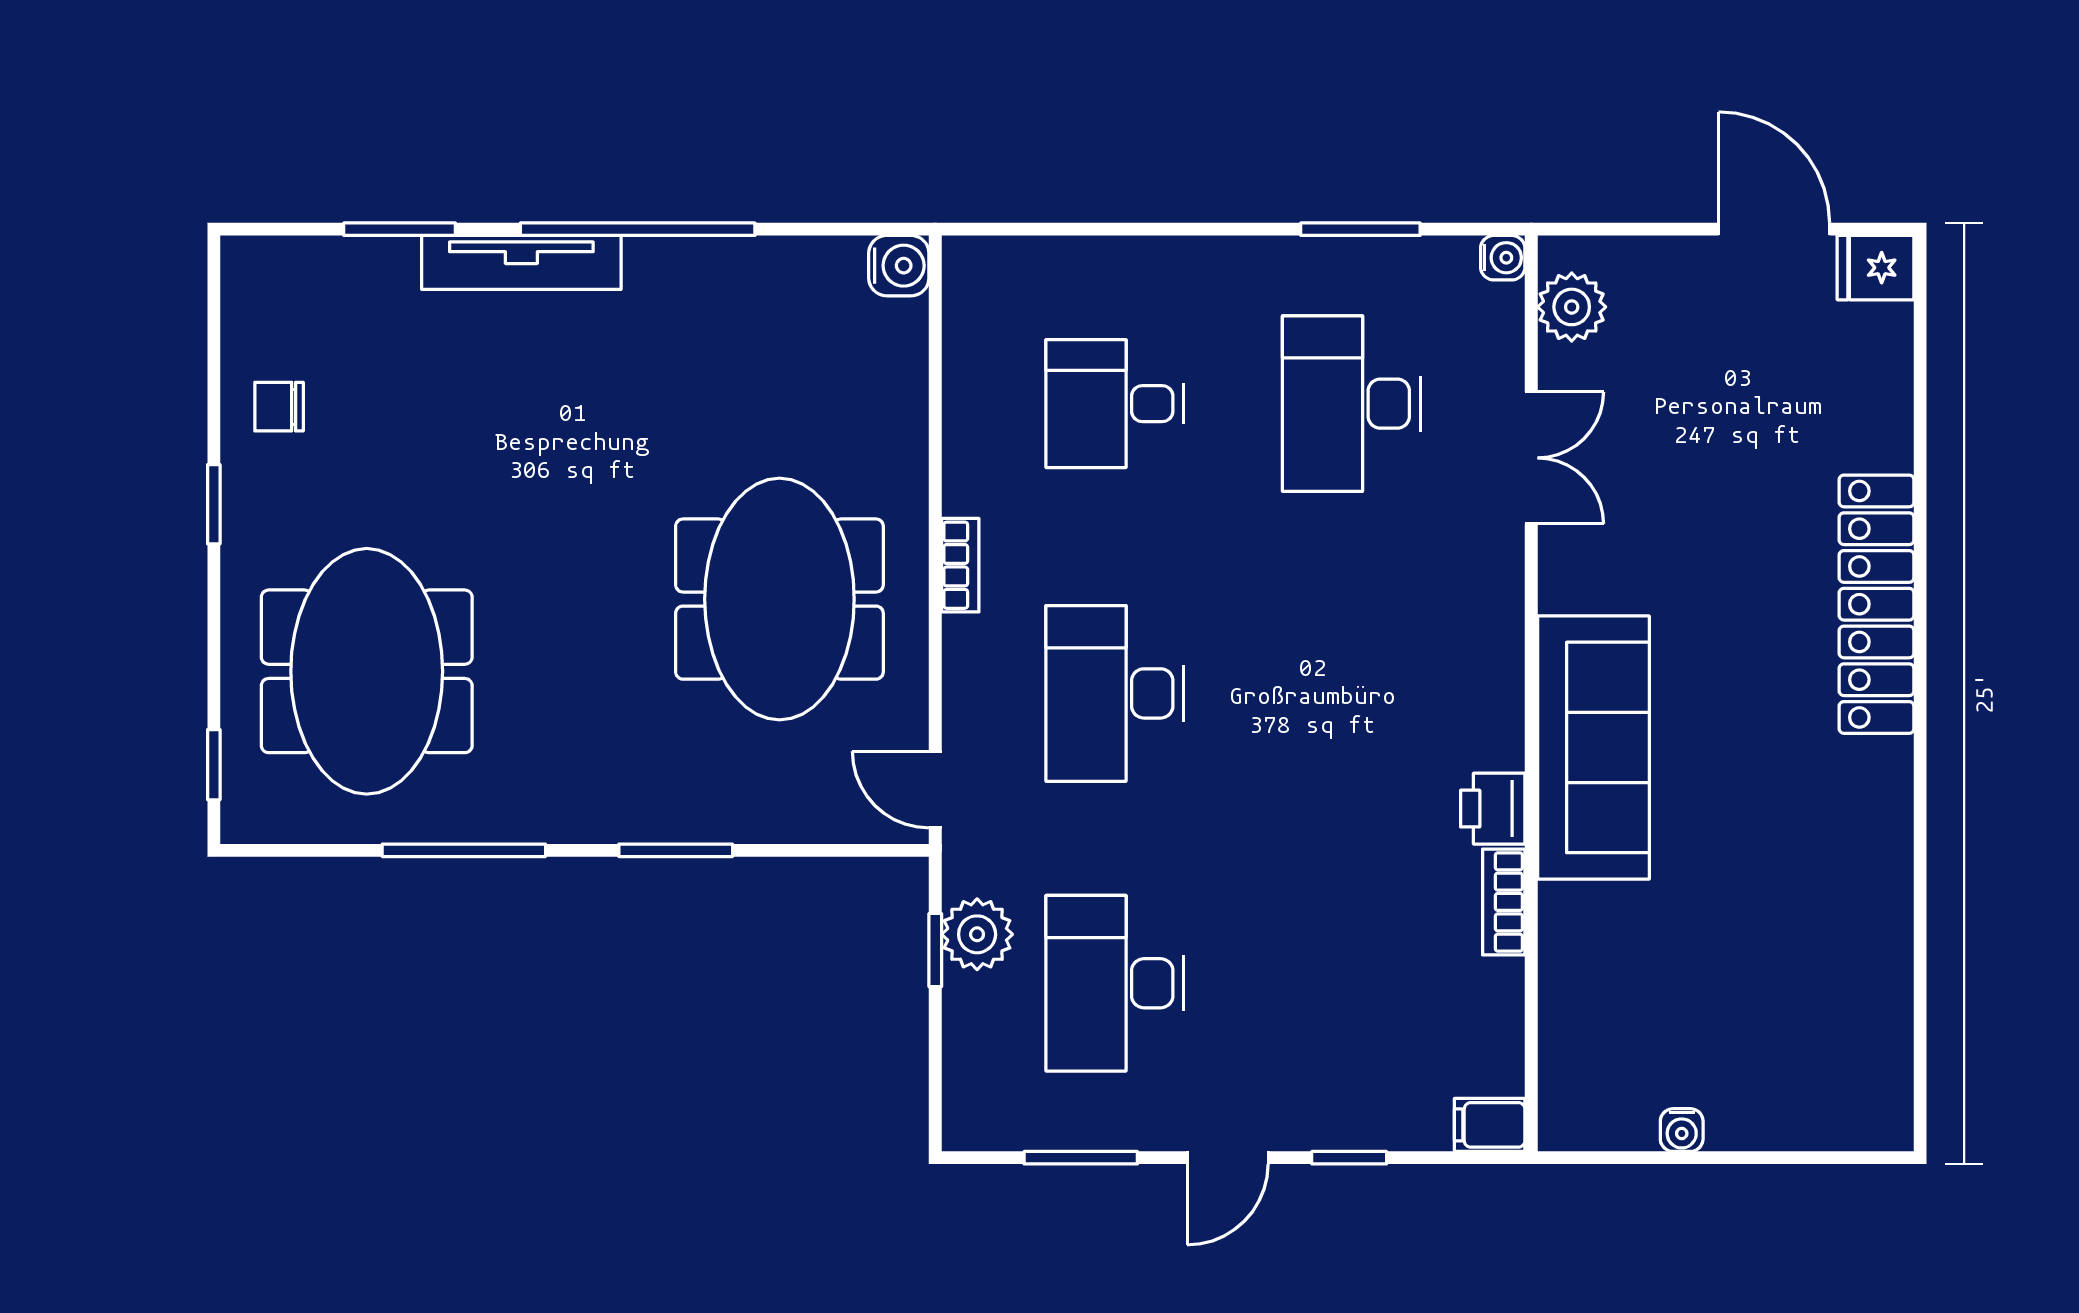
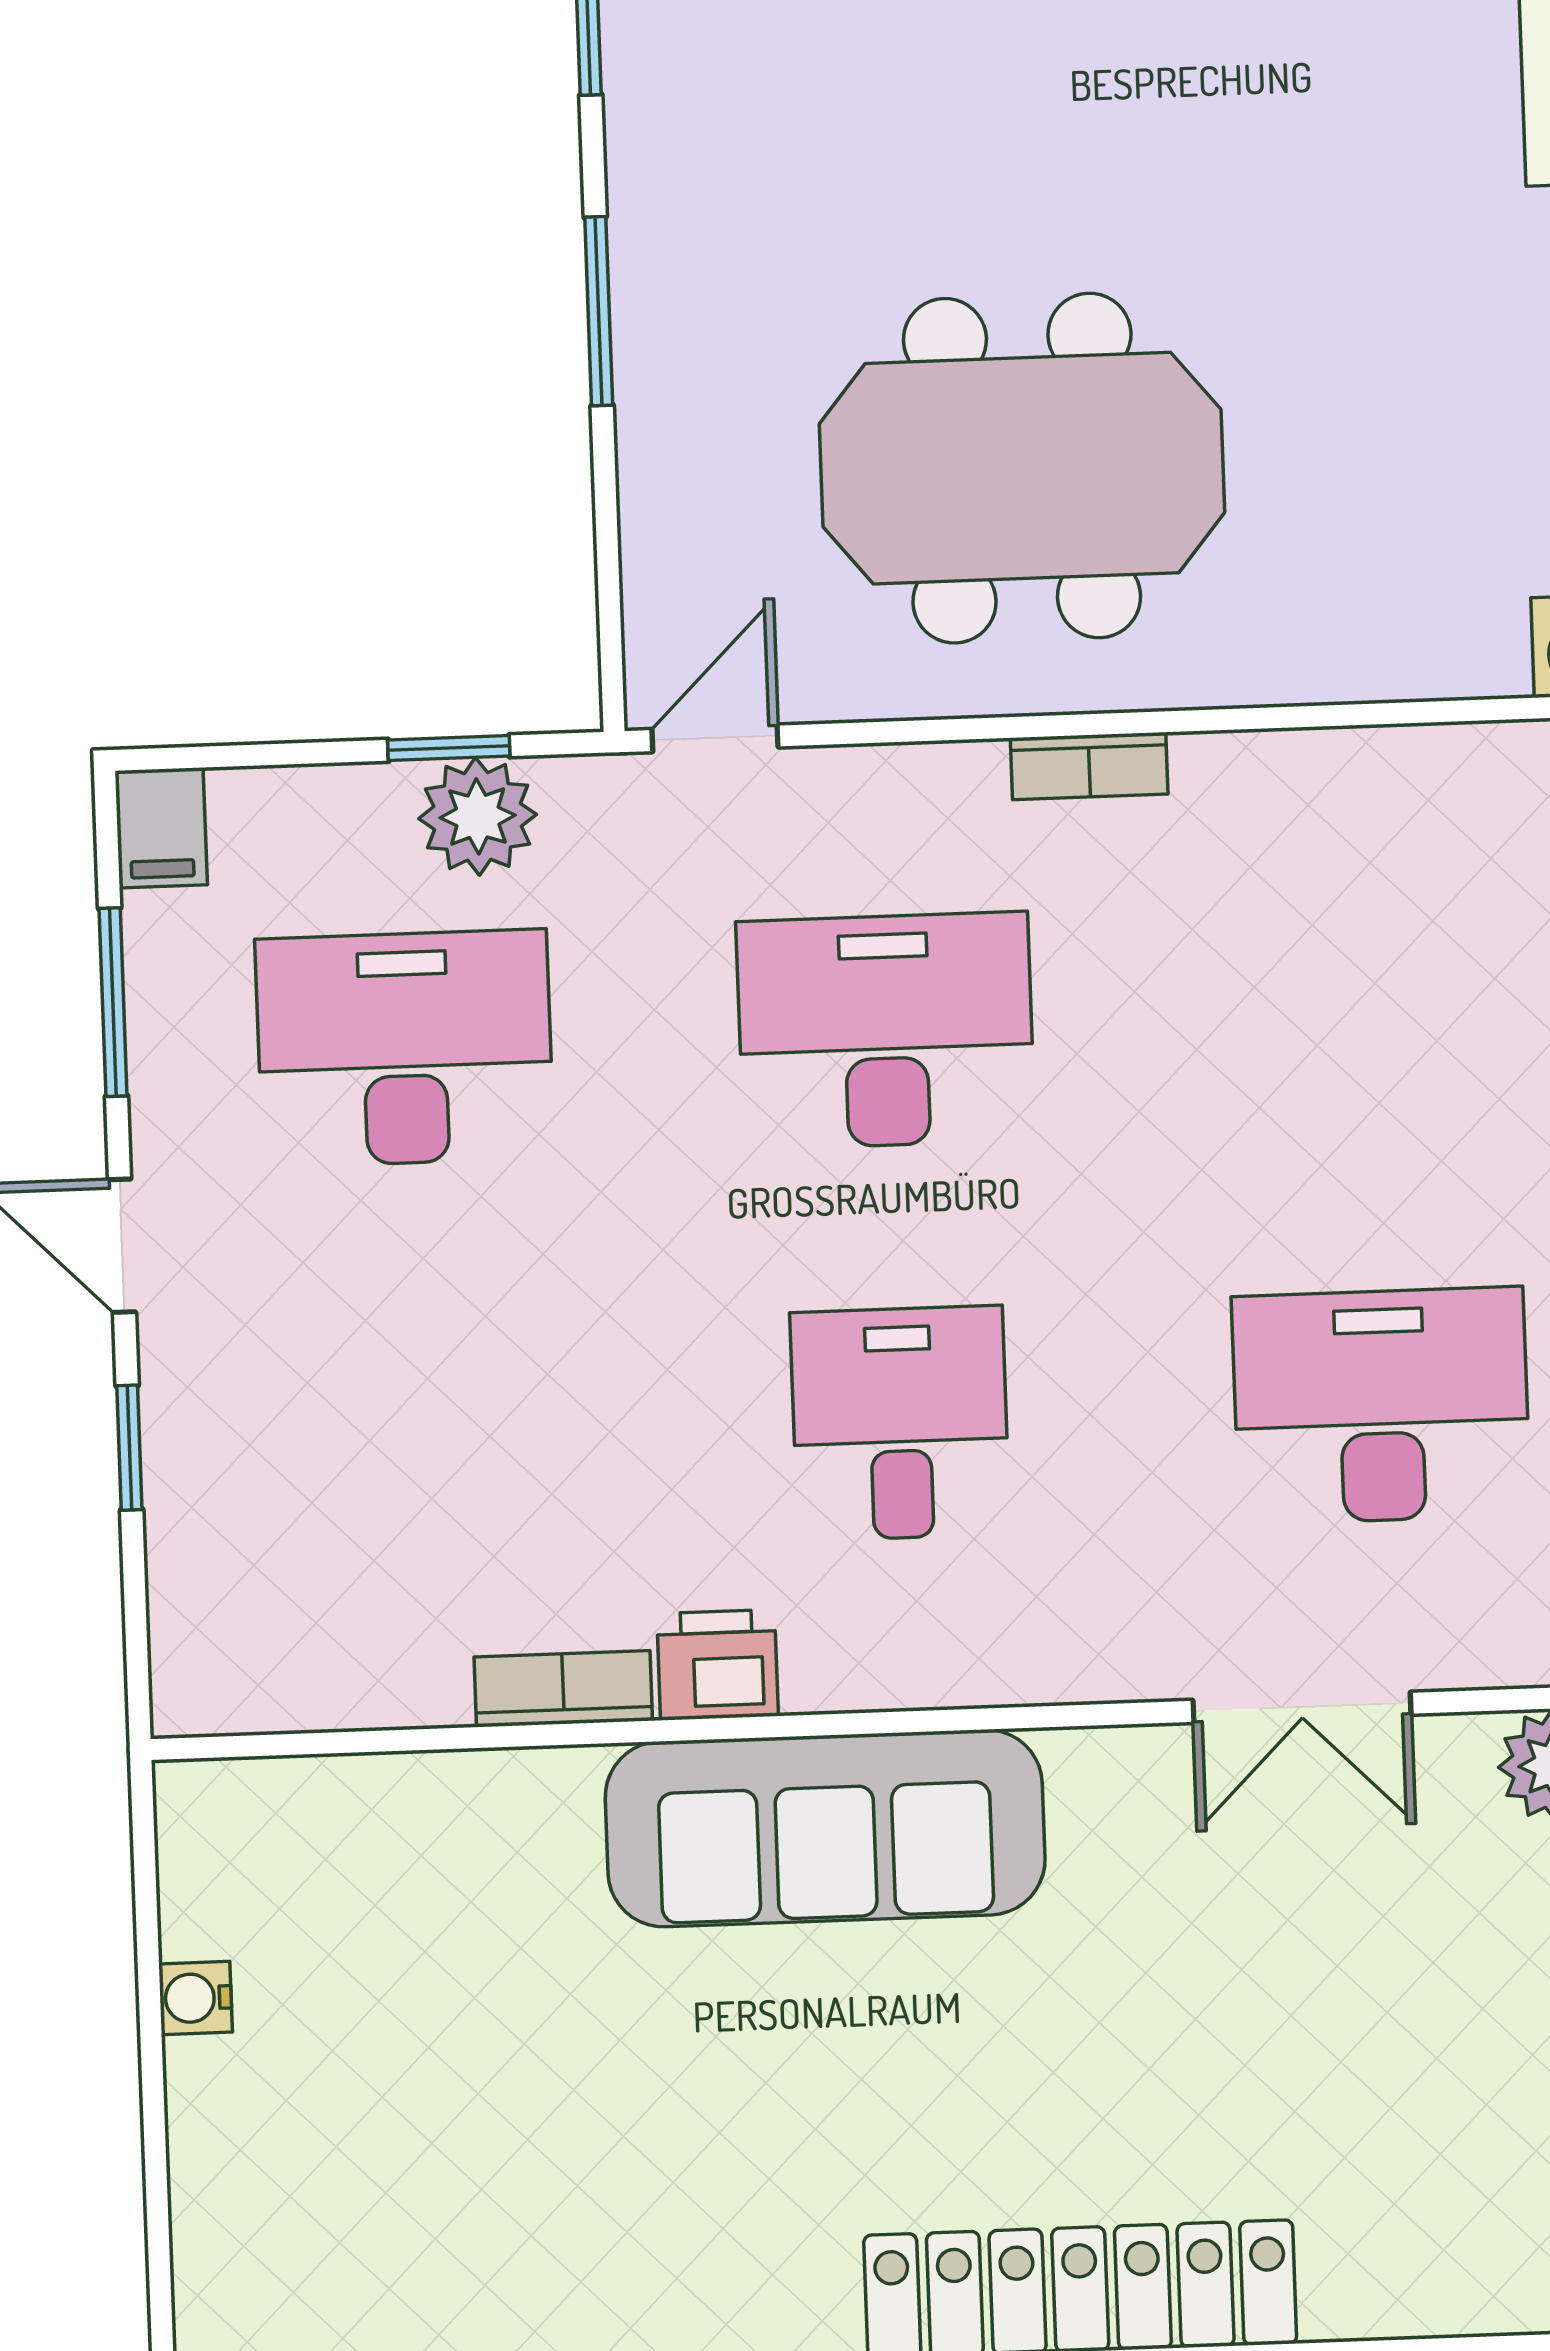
desk: (1115, 404) -> (900, 1423), moved
filing cabinet: (1490, 1125) -> (161, 828), moved, turned 180

